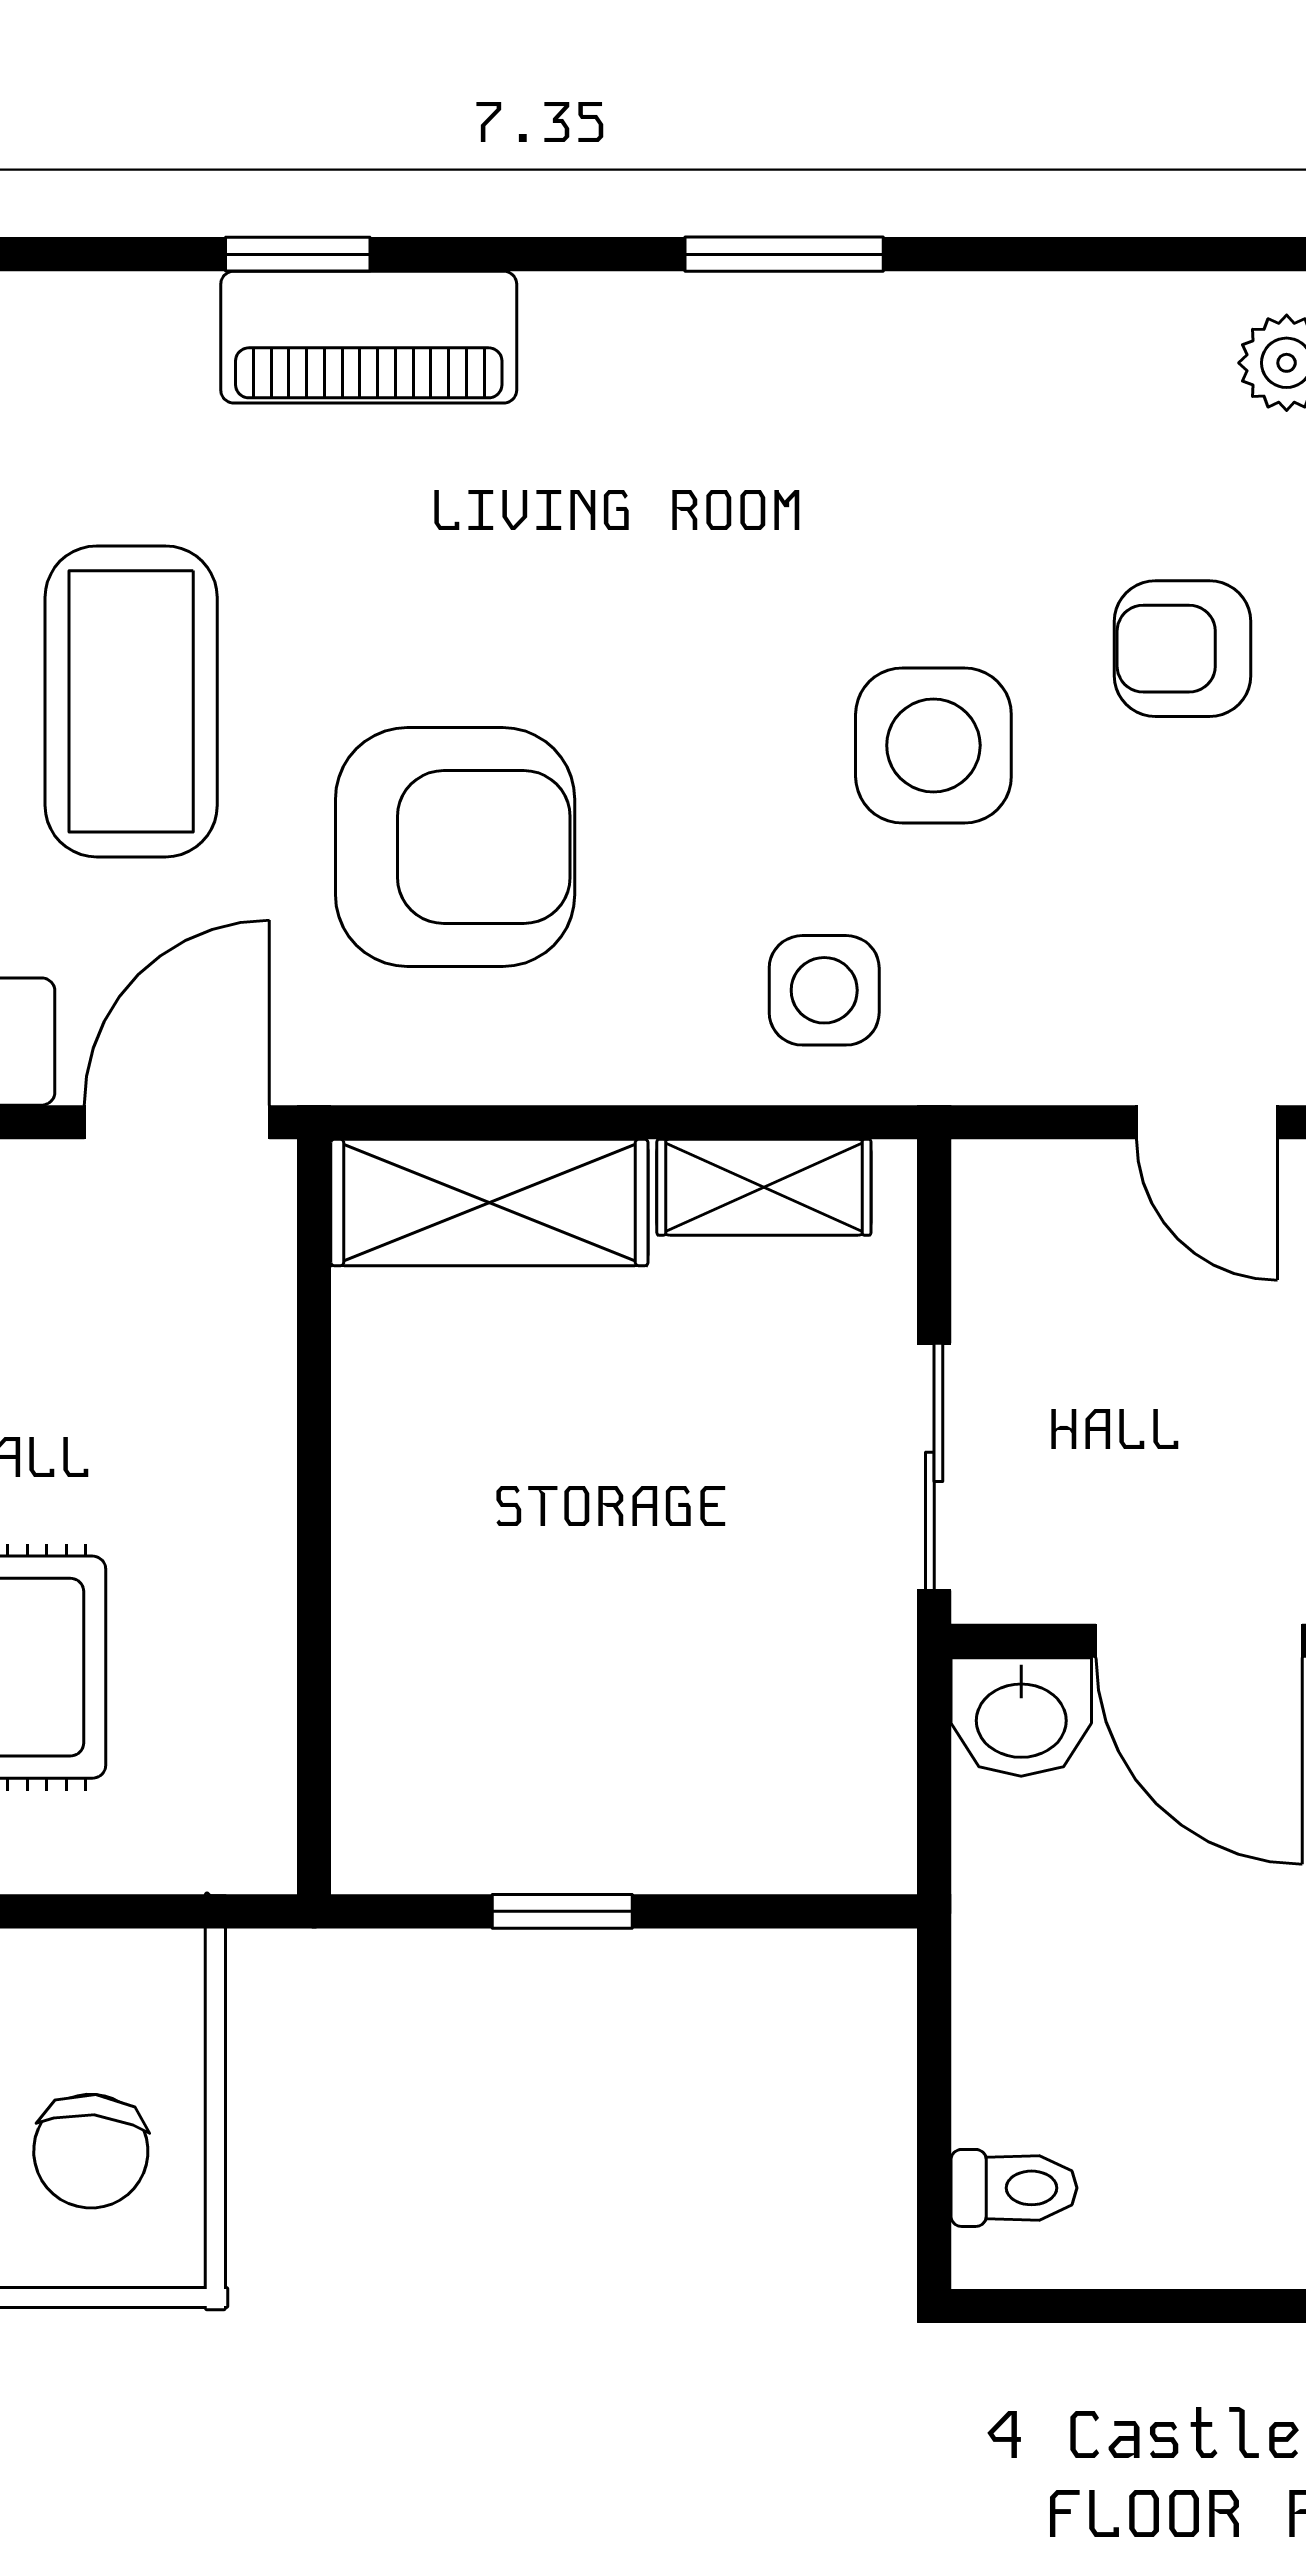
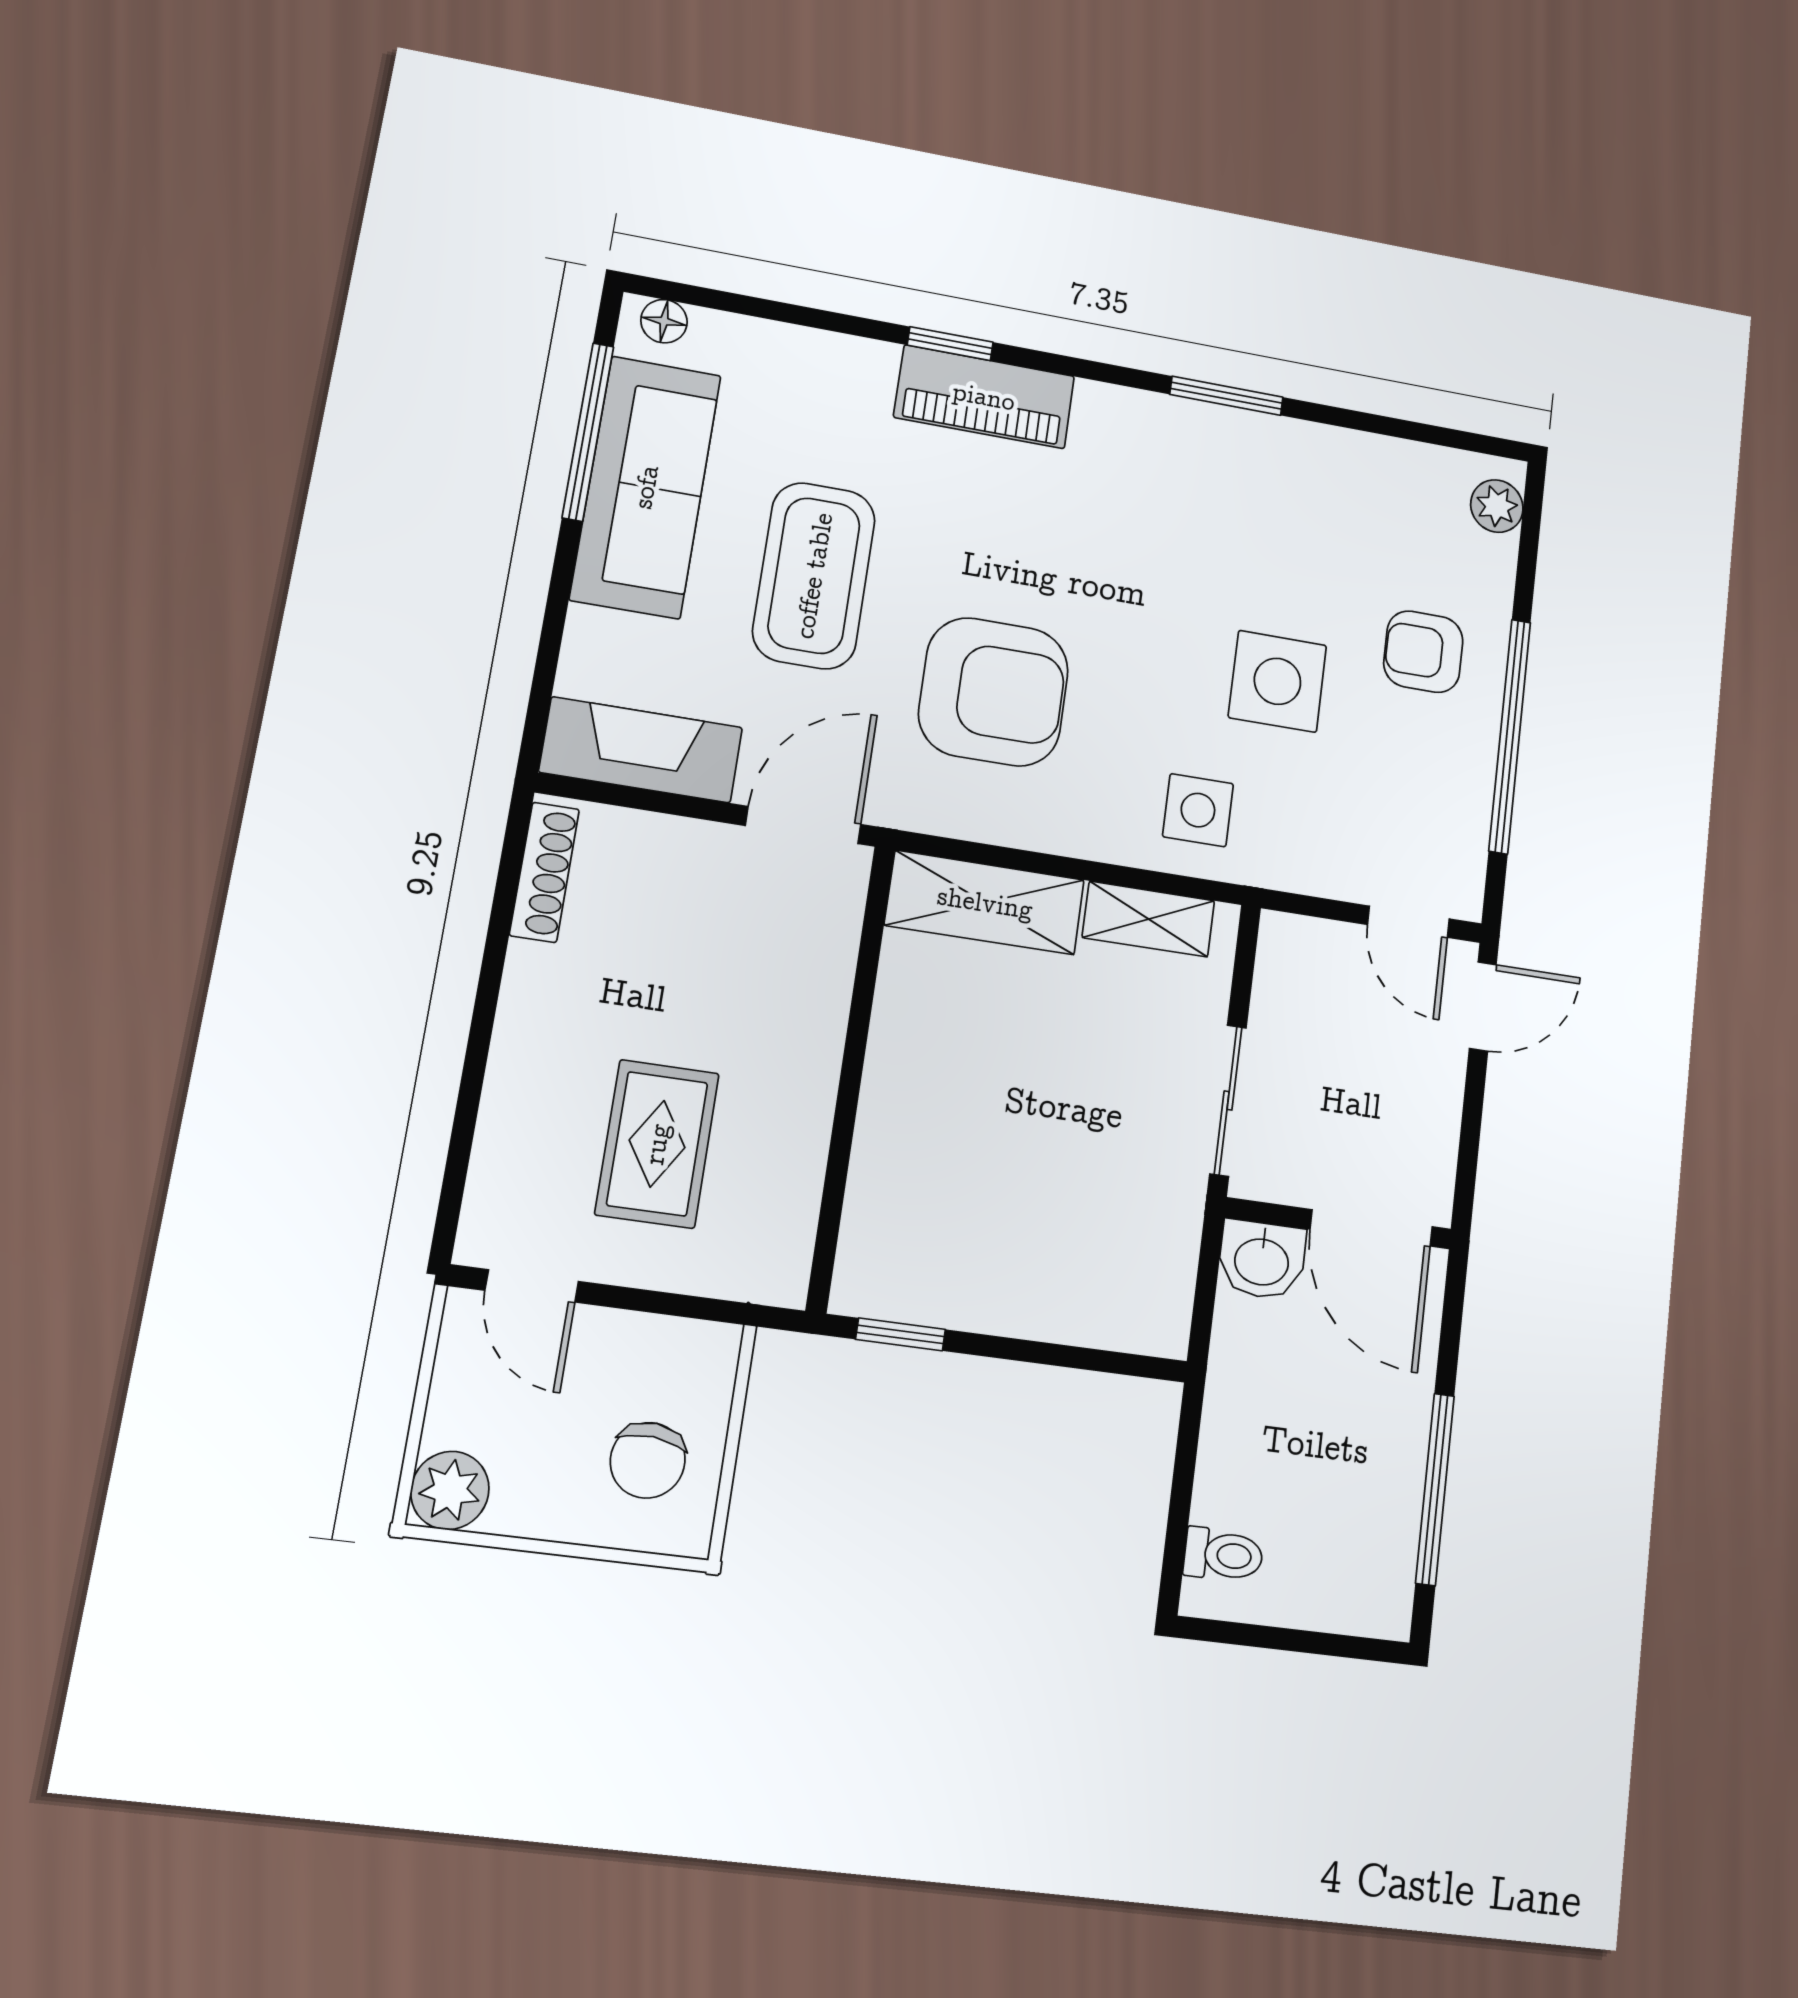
window: (562, 1911) -> (901, 1334), moved

